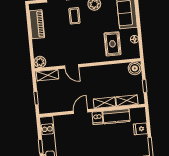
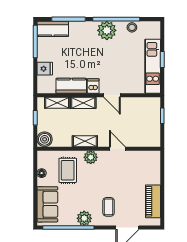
plant: (40, 62) -> (91, 157), moved
shelving: (48, 75) -> (85, 141), moved
door: (81, 112) -> (112, 95), hinge flipped

